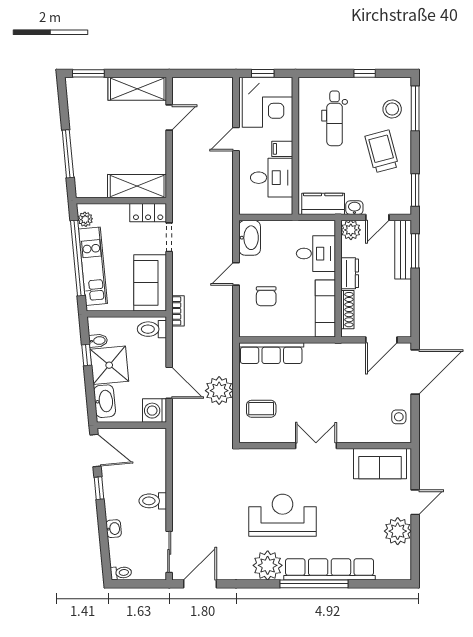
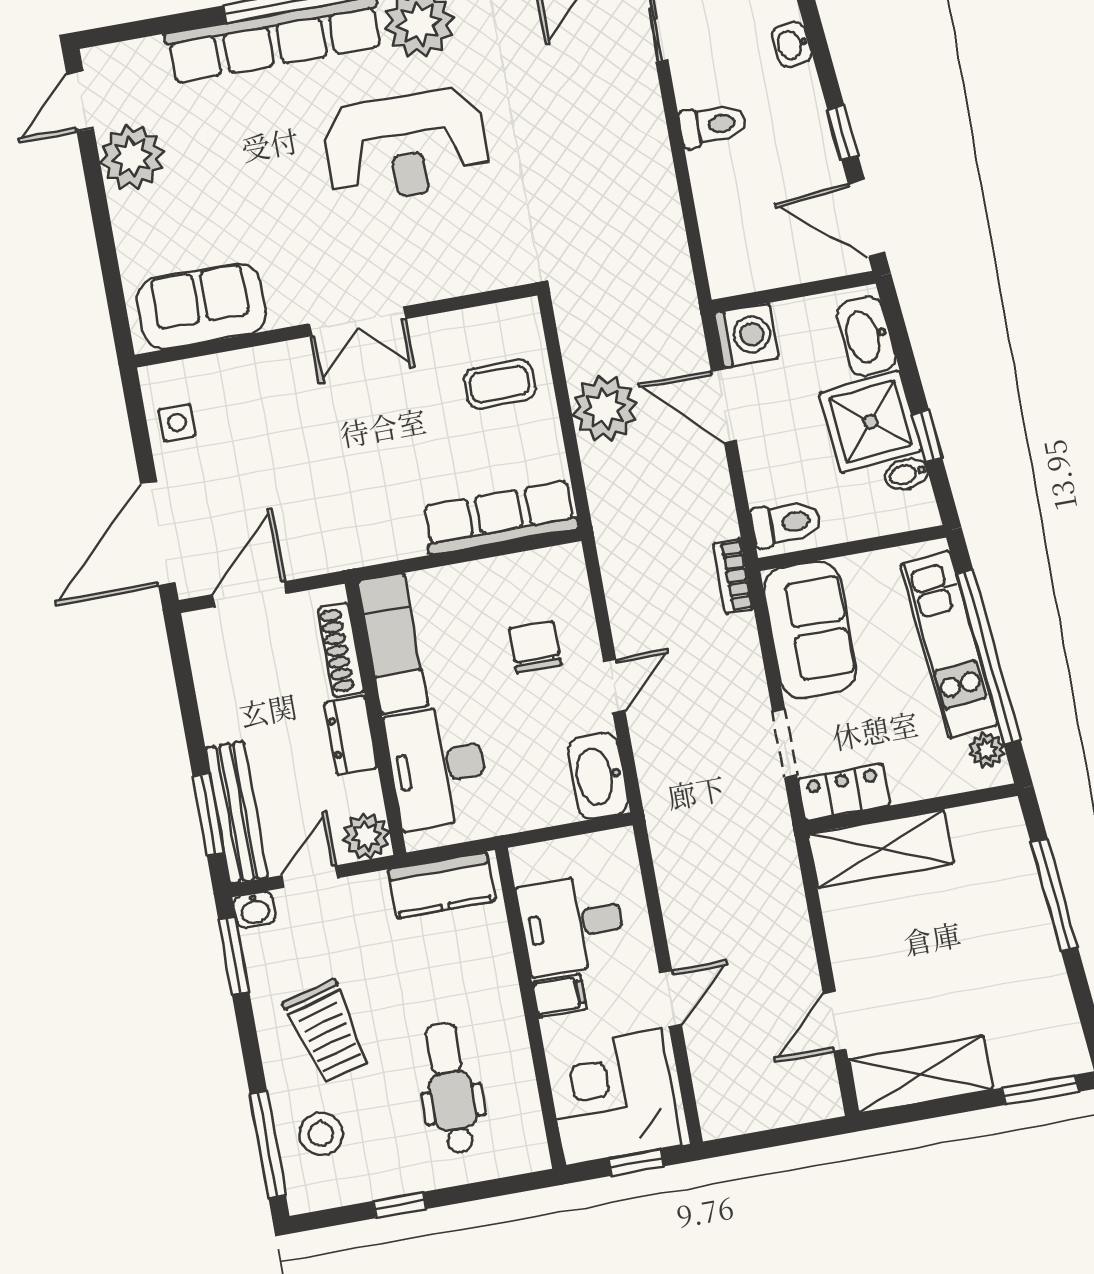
washbasin: (354, 208) -> (255, 910), moved
desk: (316, 254) -> (438, 767), width x1.37
door: (415, 502) -> (80, 101), moved

